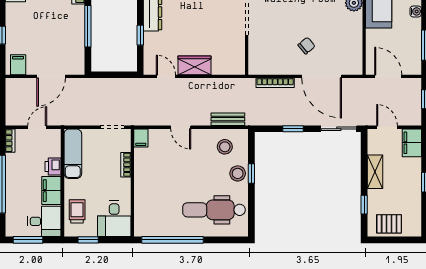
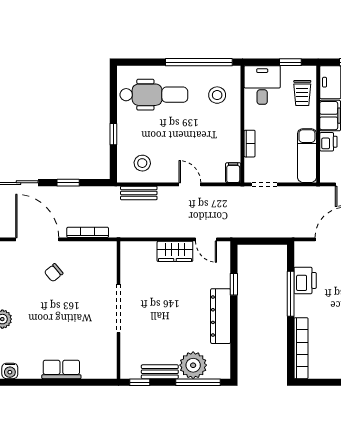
printer: (75, 38) -> (305, 280), added
stool: (238, 173) -> (217, 95), moved

